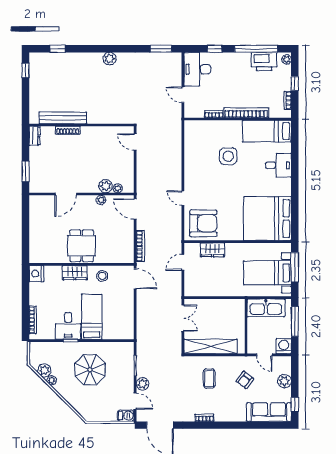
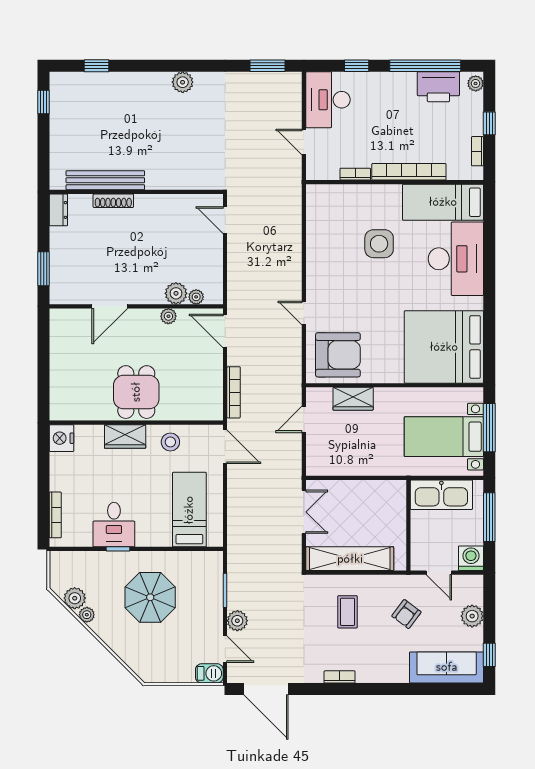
desk: (278, 165) -> (456, 259), width x1.87, depth x1.30
bed: (92, 317) -> (189, 510), moved

